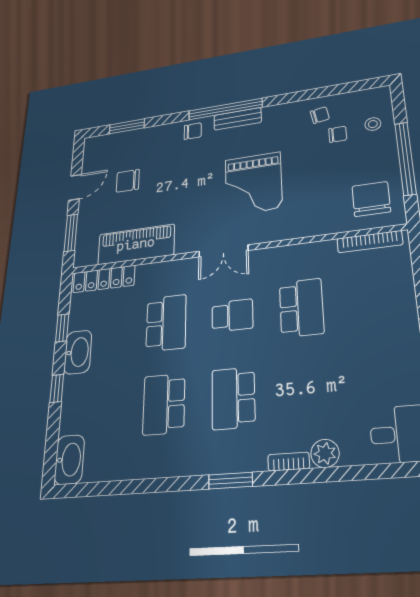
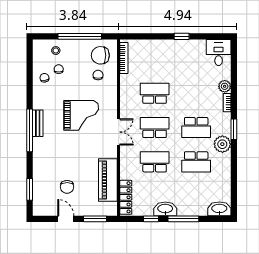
chair: (193, 131) -> (98, 75), moved
school desk: (232, 315) -> (155, 128), width x1.85
window: (57, 388) -> (183, 219), width x2.17
plant: (199, 457) -> (222, 144), added

